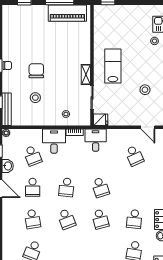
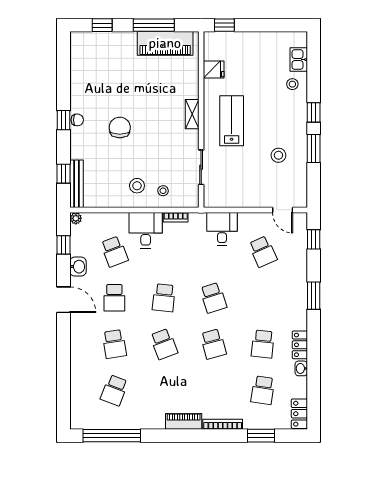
shelving: (86, 74) -> (192, 114), moved
stool: (35, 98) -> (137, 186), moved
fridge: (101, 120) -> (214, 70), moved
desk: (96, 140) -> (222, 229), moved

